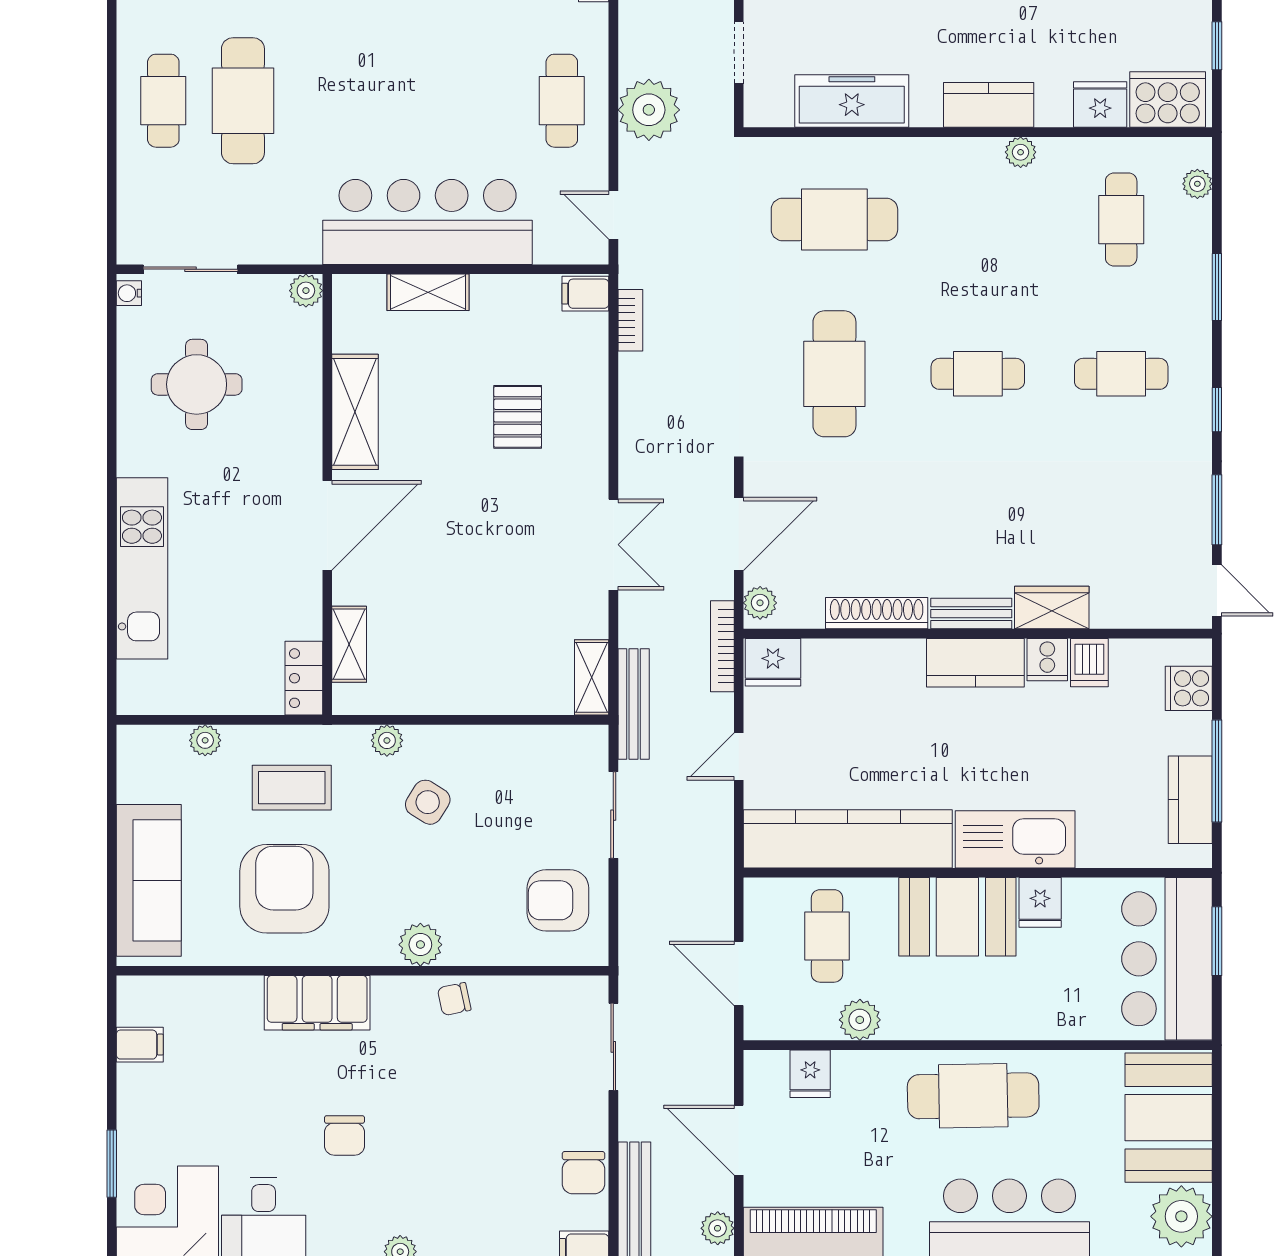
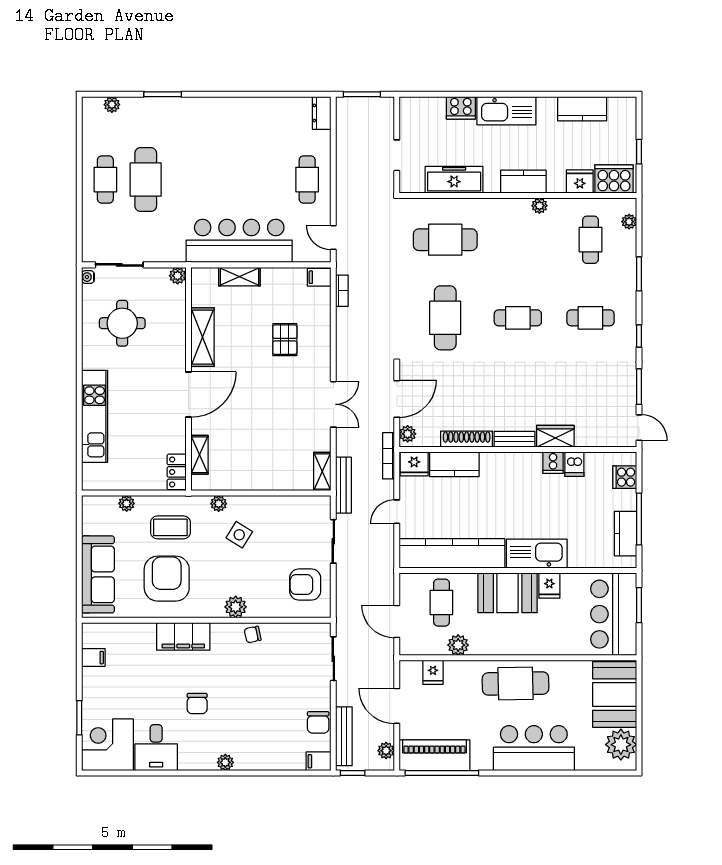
plant: (649, 110) -> (351, 184), removed
kitchen counter: (975, 663) -> (454, 464), moved

